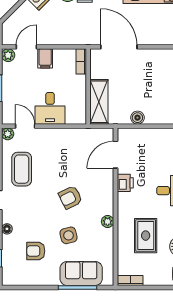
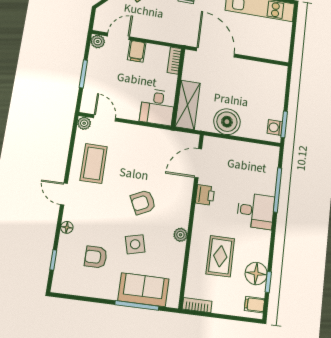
desk: (50, 108) -> (157, 107), moved
boiler: (137, 118) -> (227, 122), width x1.86, depth x1.86

